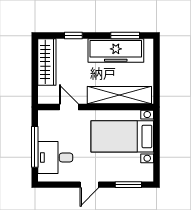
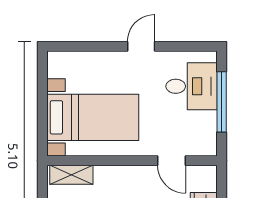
shelving: (119, 95) -> (71, 175), width x0.45, depth x0.75
window: (128, 185) -> (84, 46), removed

